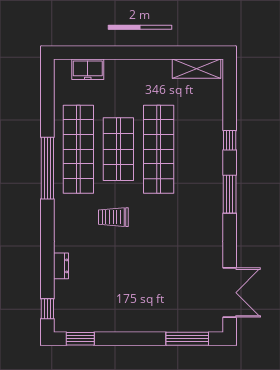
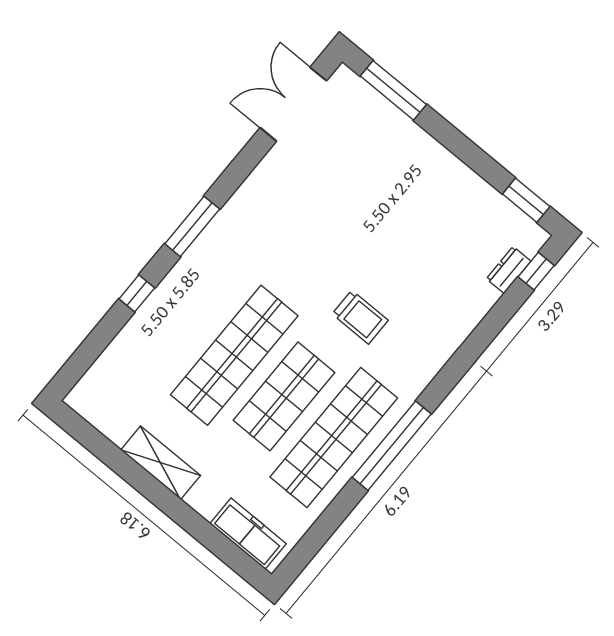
freezer: (88, 69) -> (248, 534), width x1.40
shelving: (196, 69) -> (161, 463), moved
dresser: (61, 266) -> (509, 270), moved

